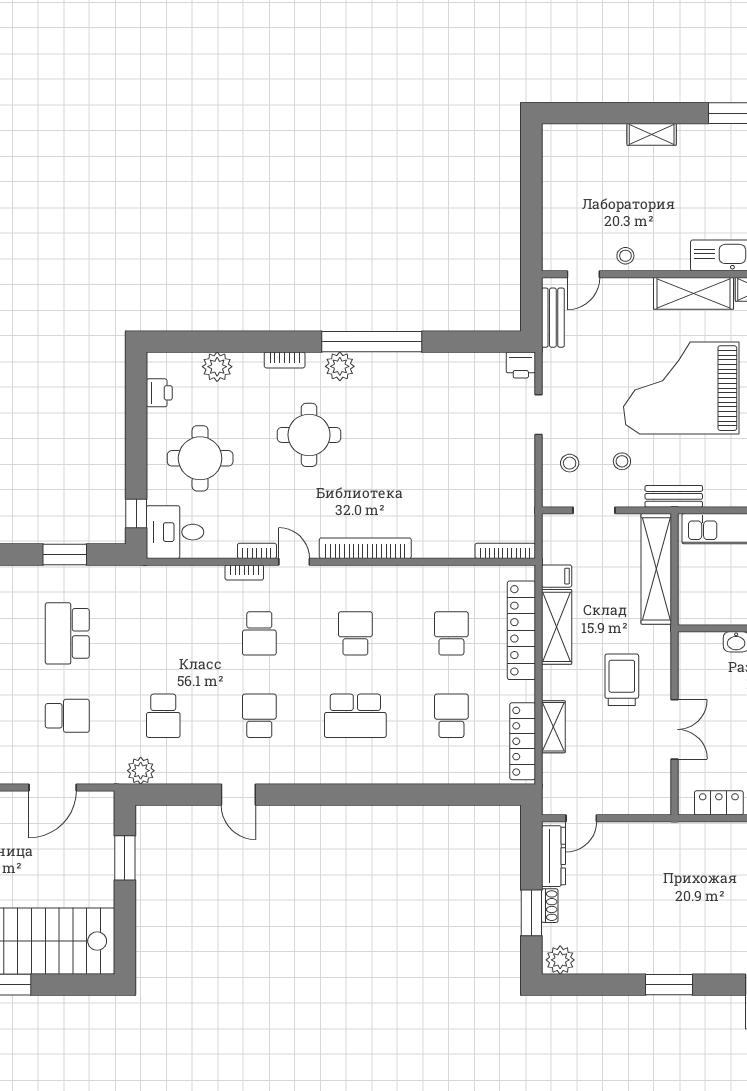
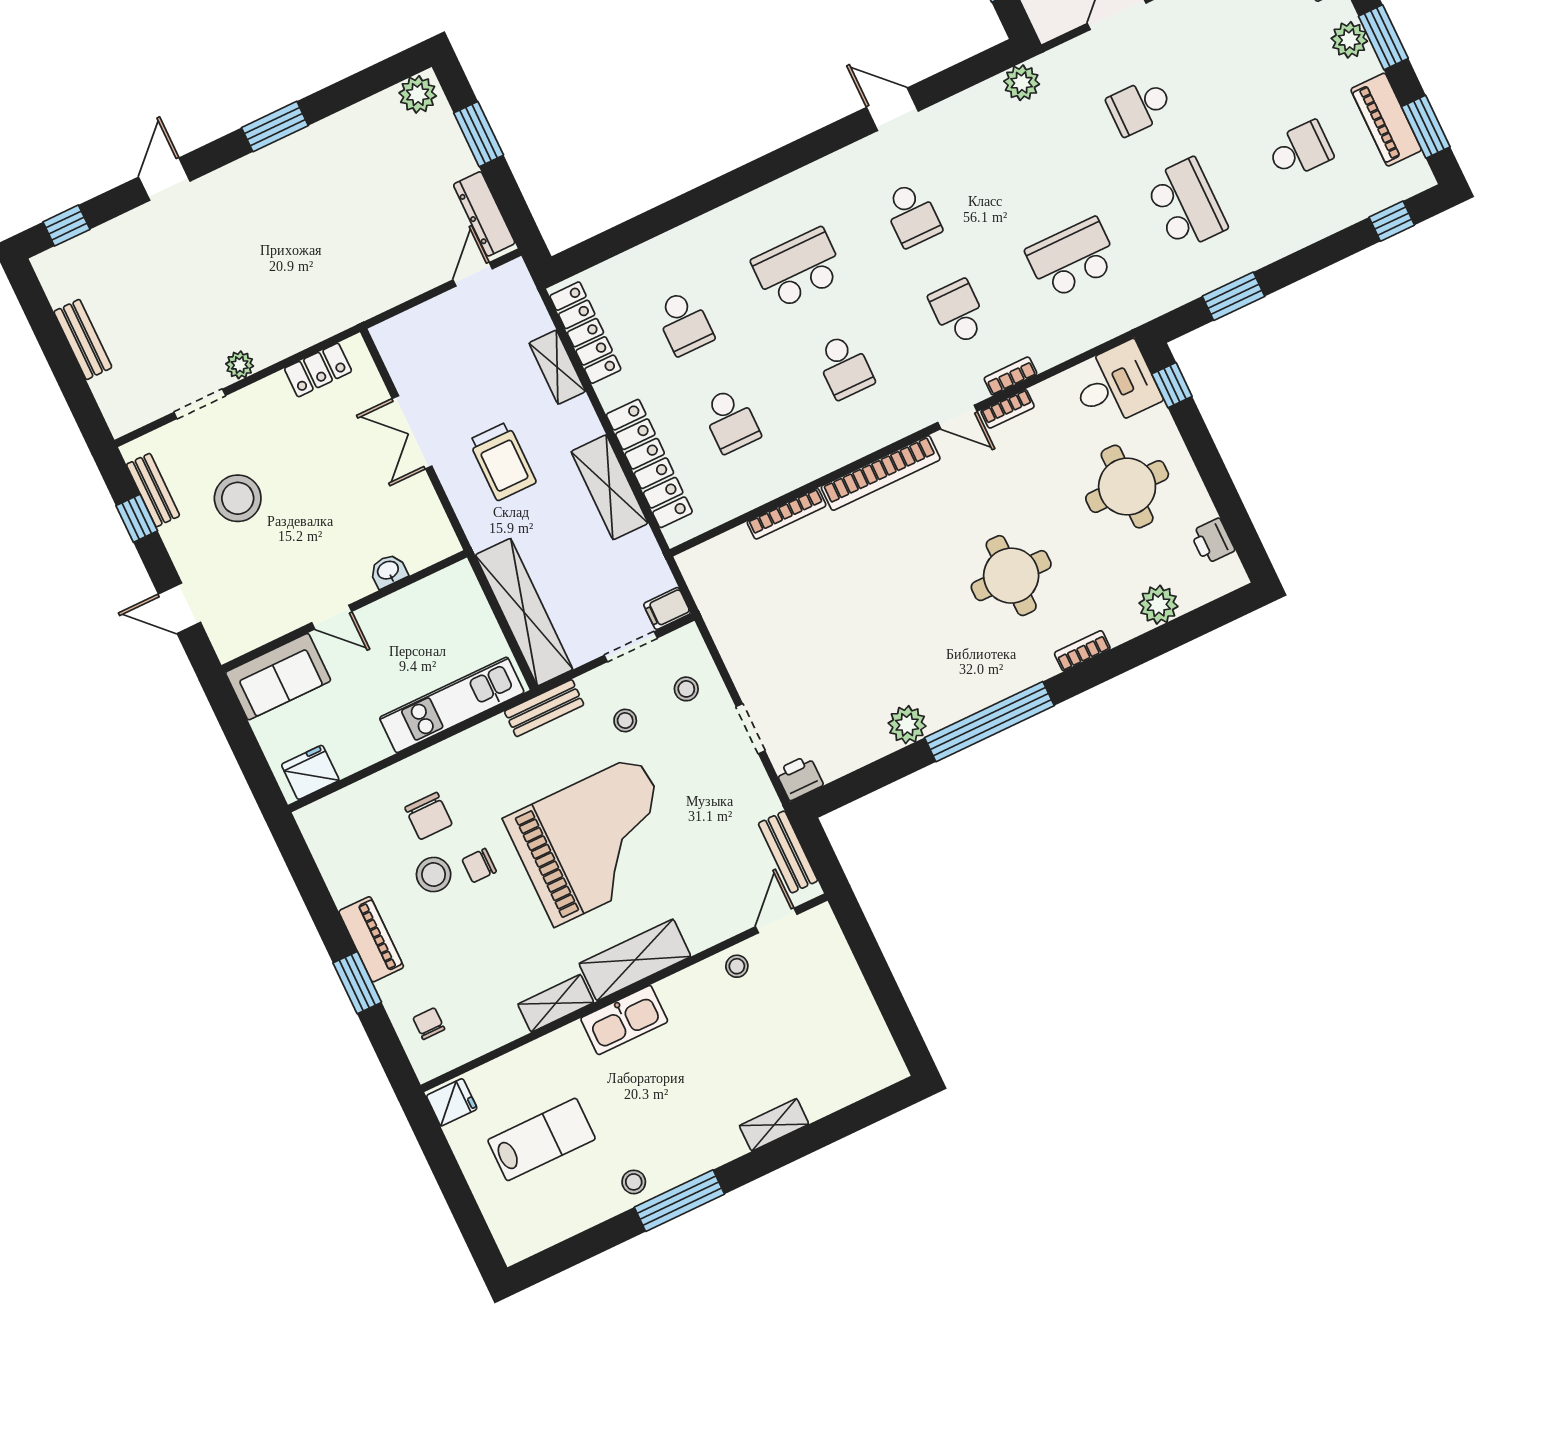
plant: (340, 366) -> (907, 725), moved
bookcase: (505, 551) -> (787, 514), moved
filing cabinet: (557, 576) -> (667, 608), moved
school desk: (163, 716) -> (1072, 258), moved, width x1.85
shoe rack: (550, 906) -> (461, 153), removed

